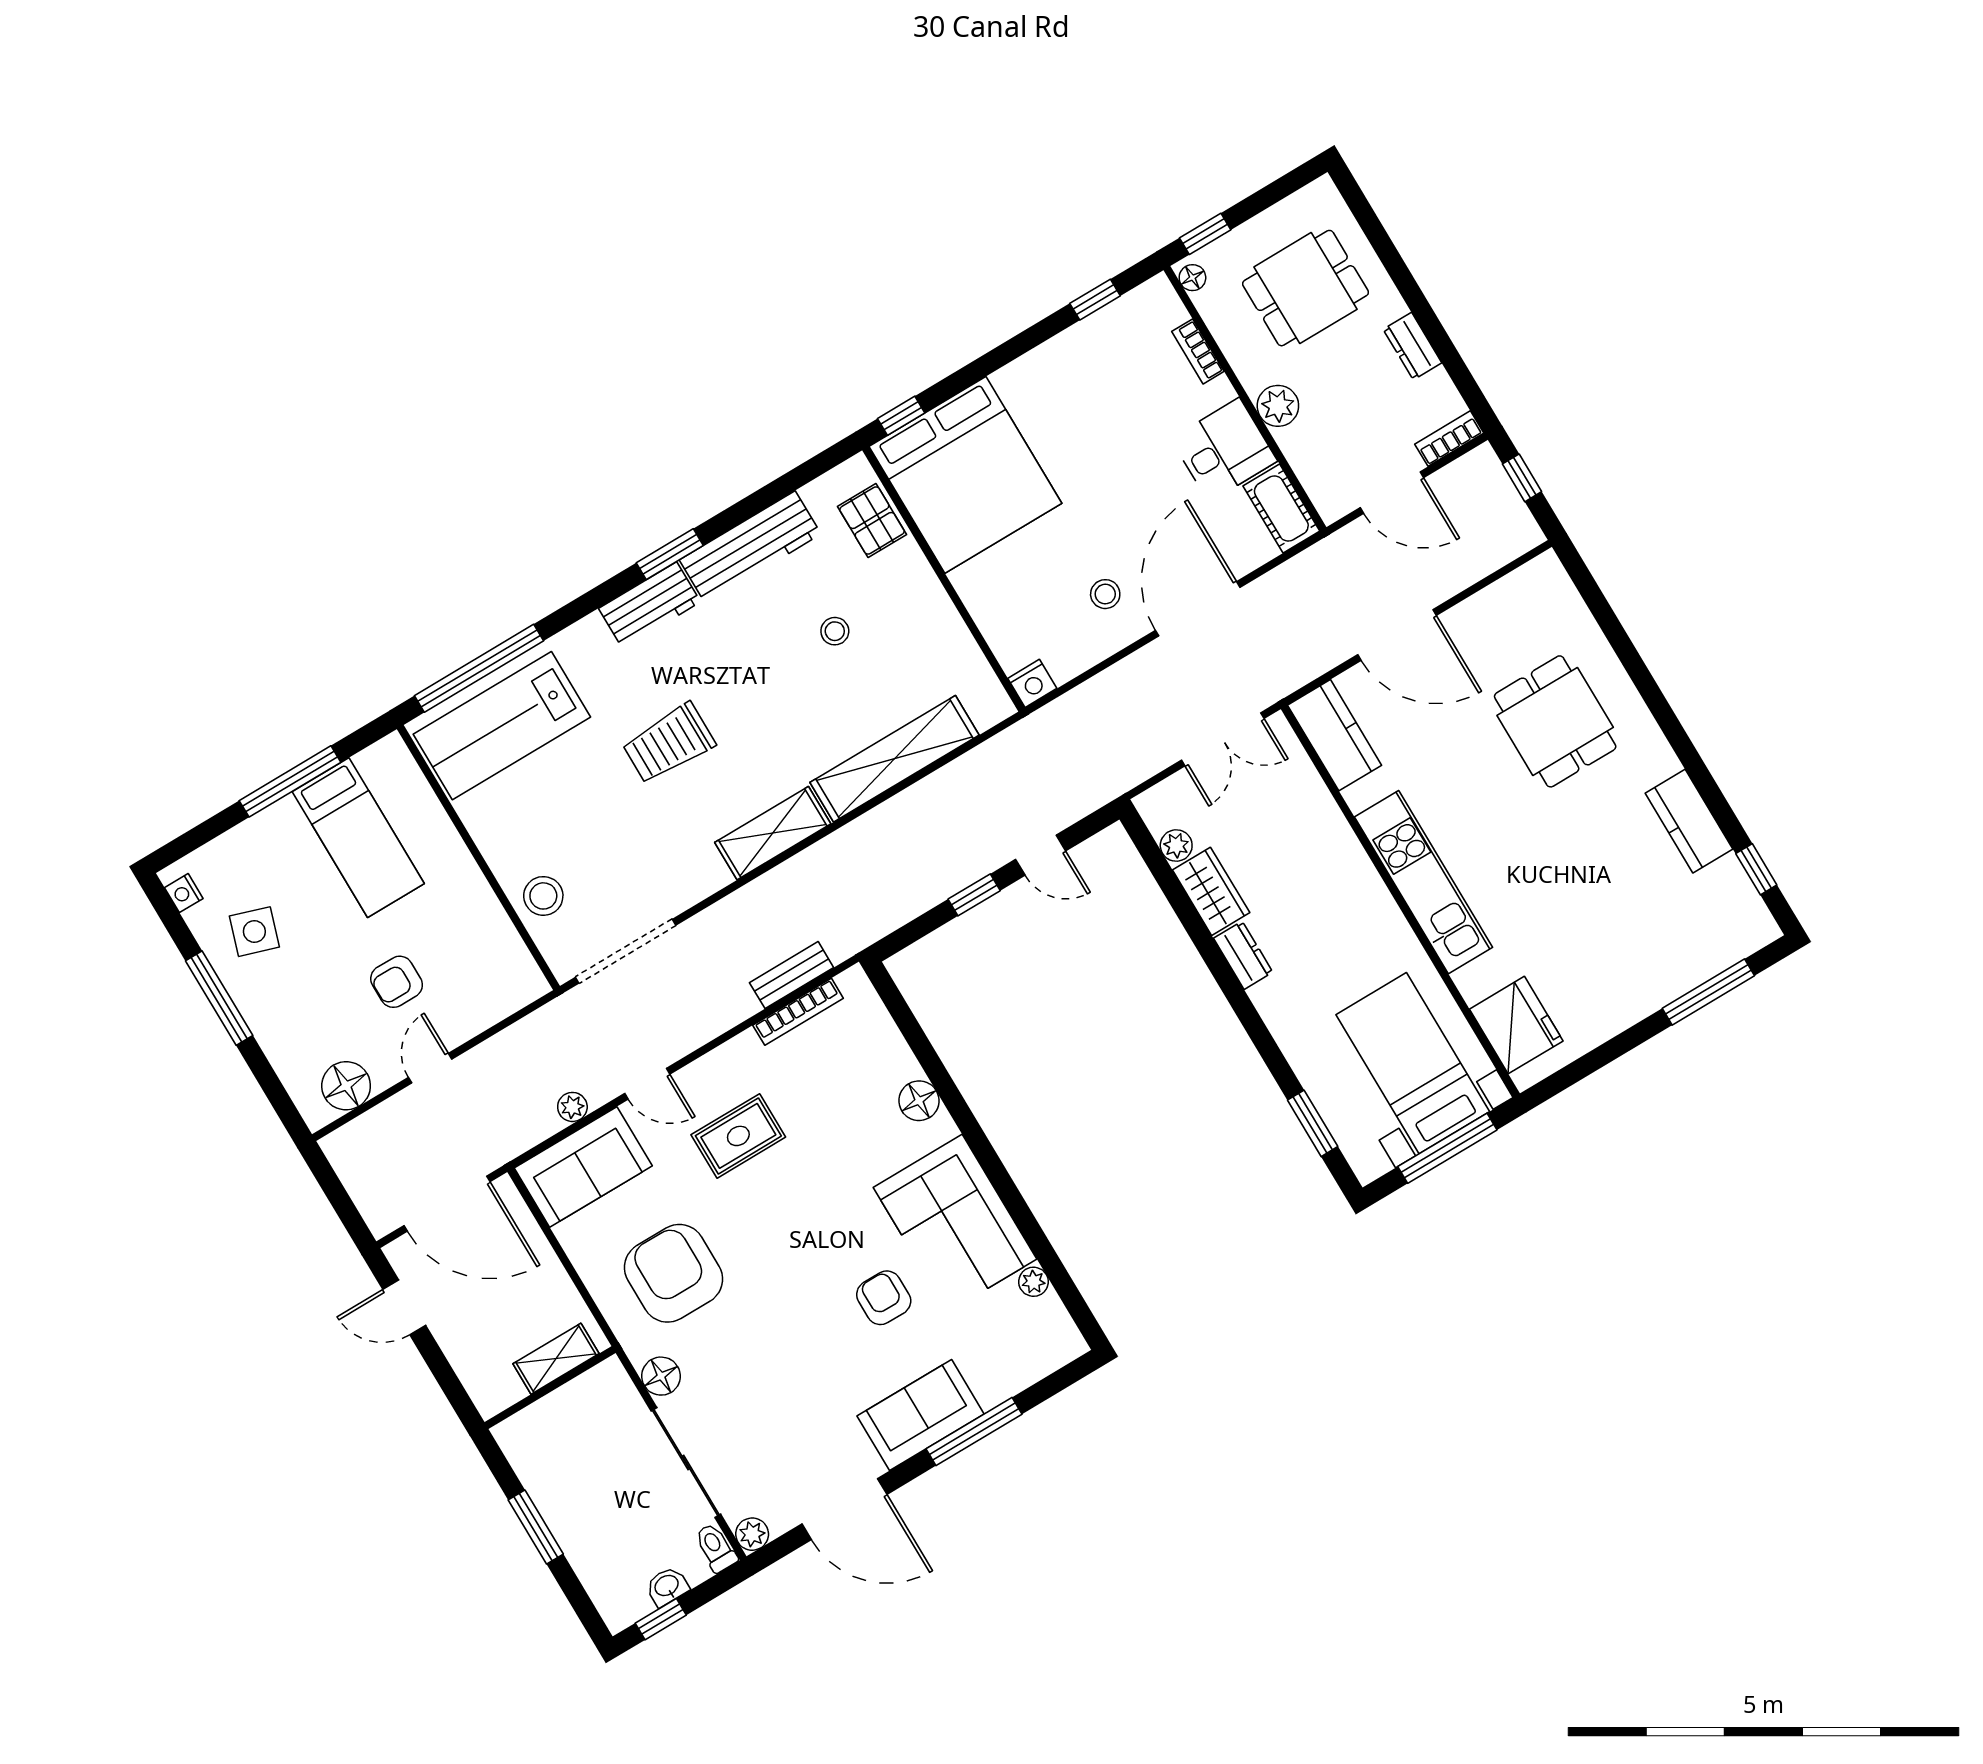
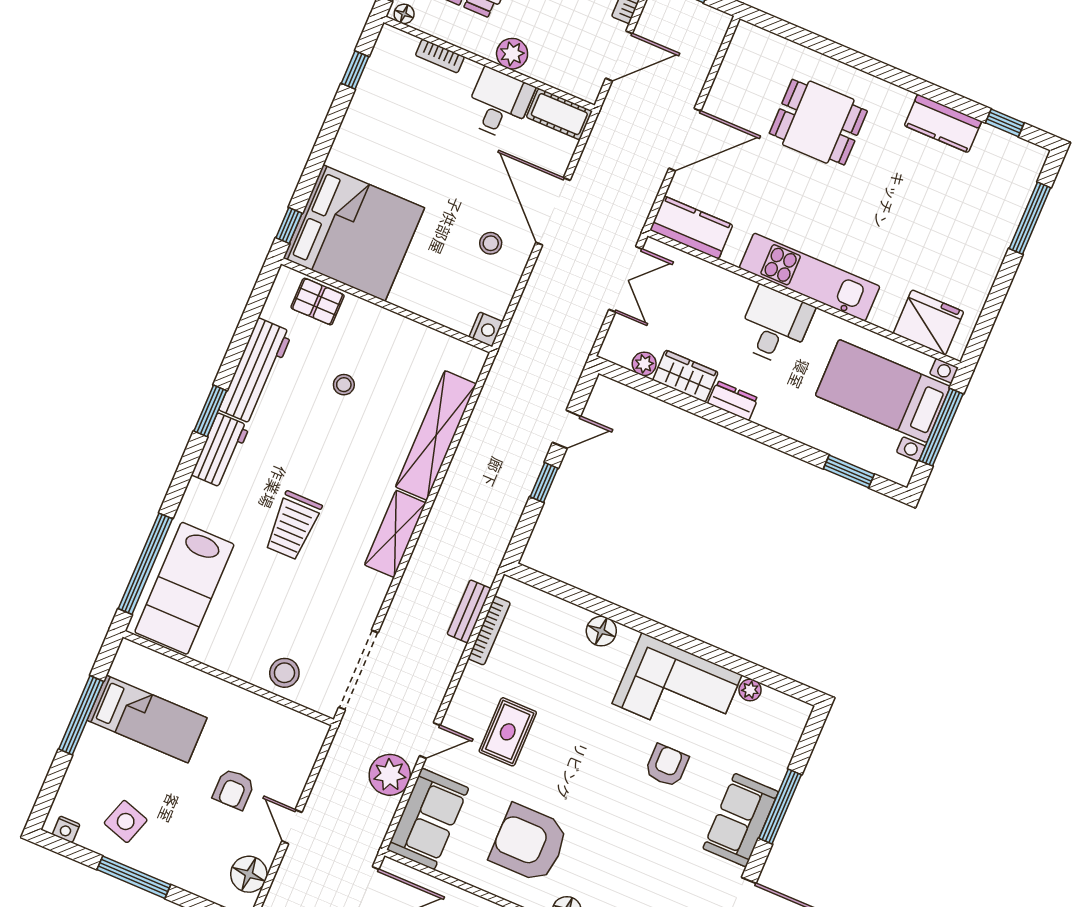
desk: (1348, 907) -> (775, 326), added
plant: (572, 1107) -> (390, 775), width x1.87, depth x1.87
armchair: (884, 1298) -> (667, 766), turned 90

